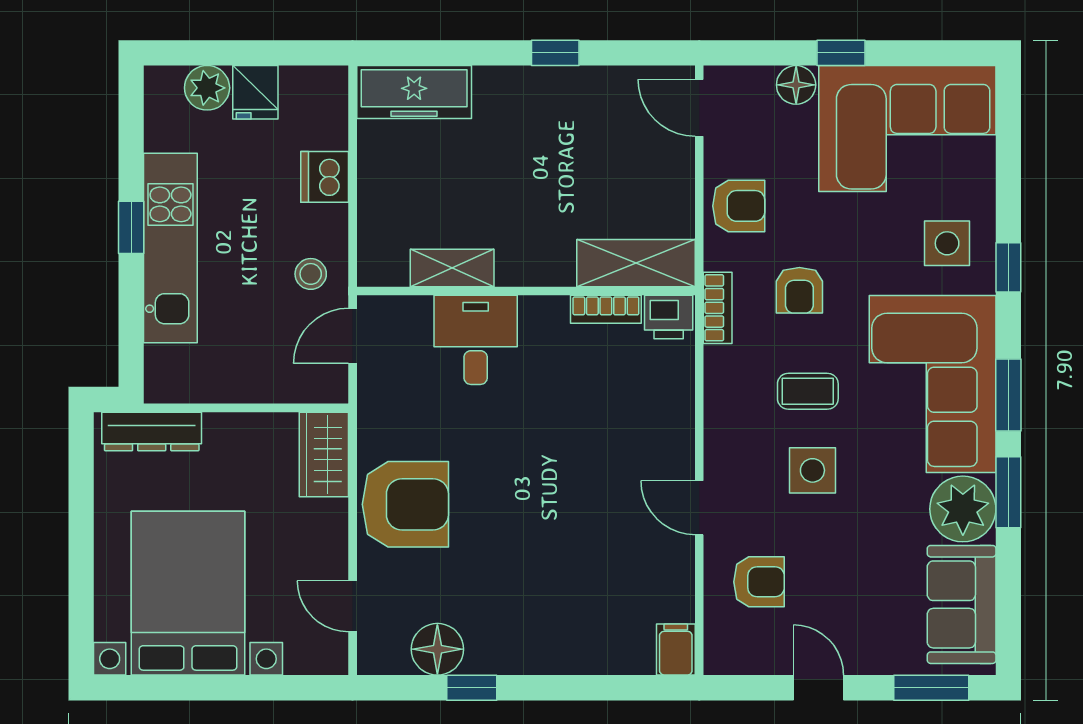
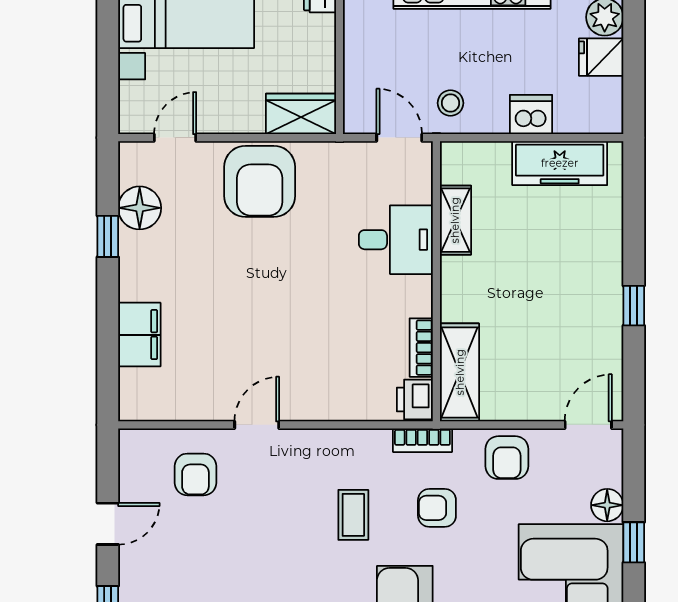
freezer: (414, 92) -> (560, 163), moved, turned -90
side table: (812, 470) -> (288, 519), removed
filing cabinet: (676, 650) -> (139, 335), moved, width x2.00

